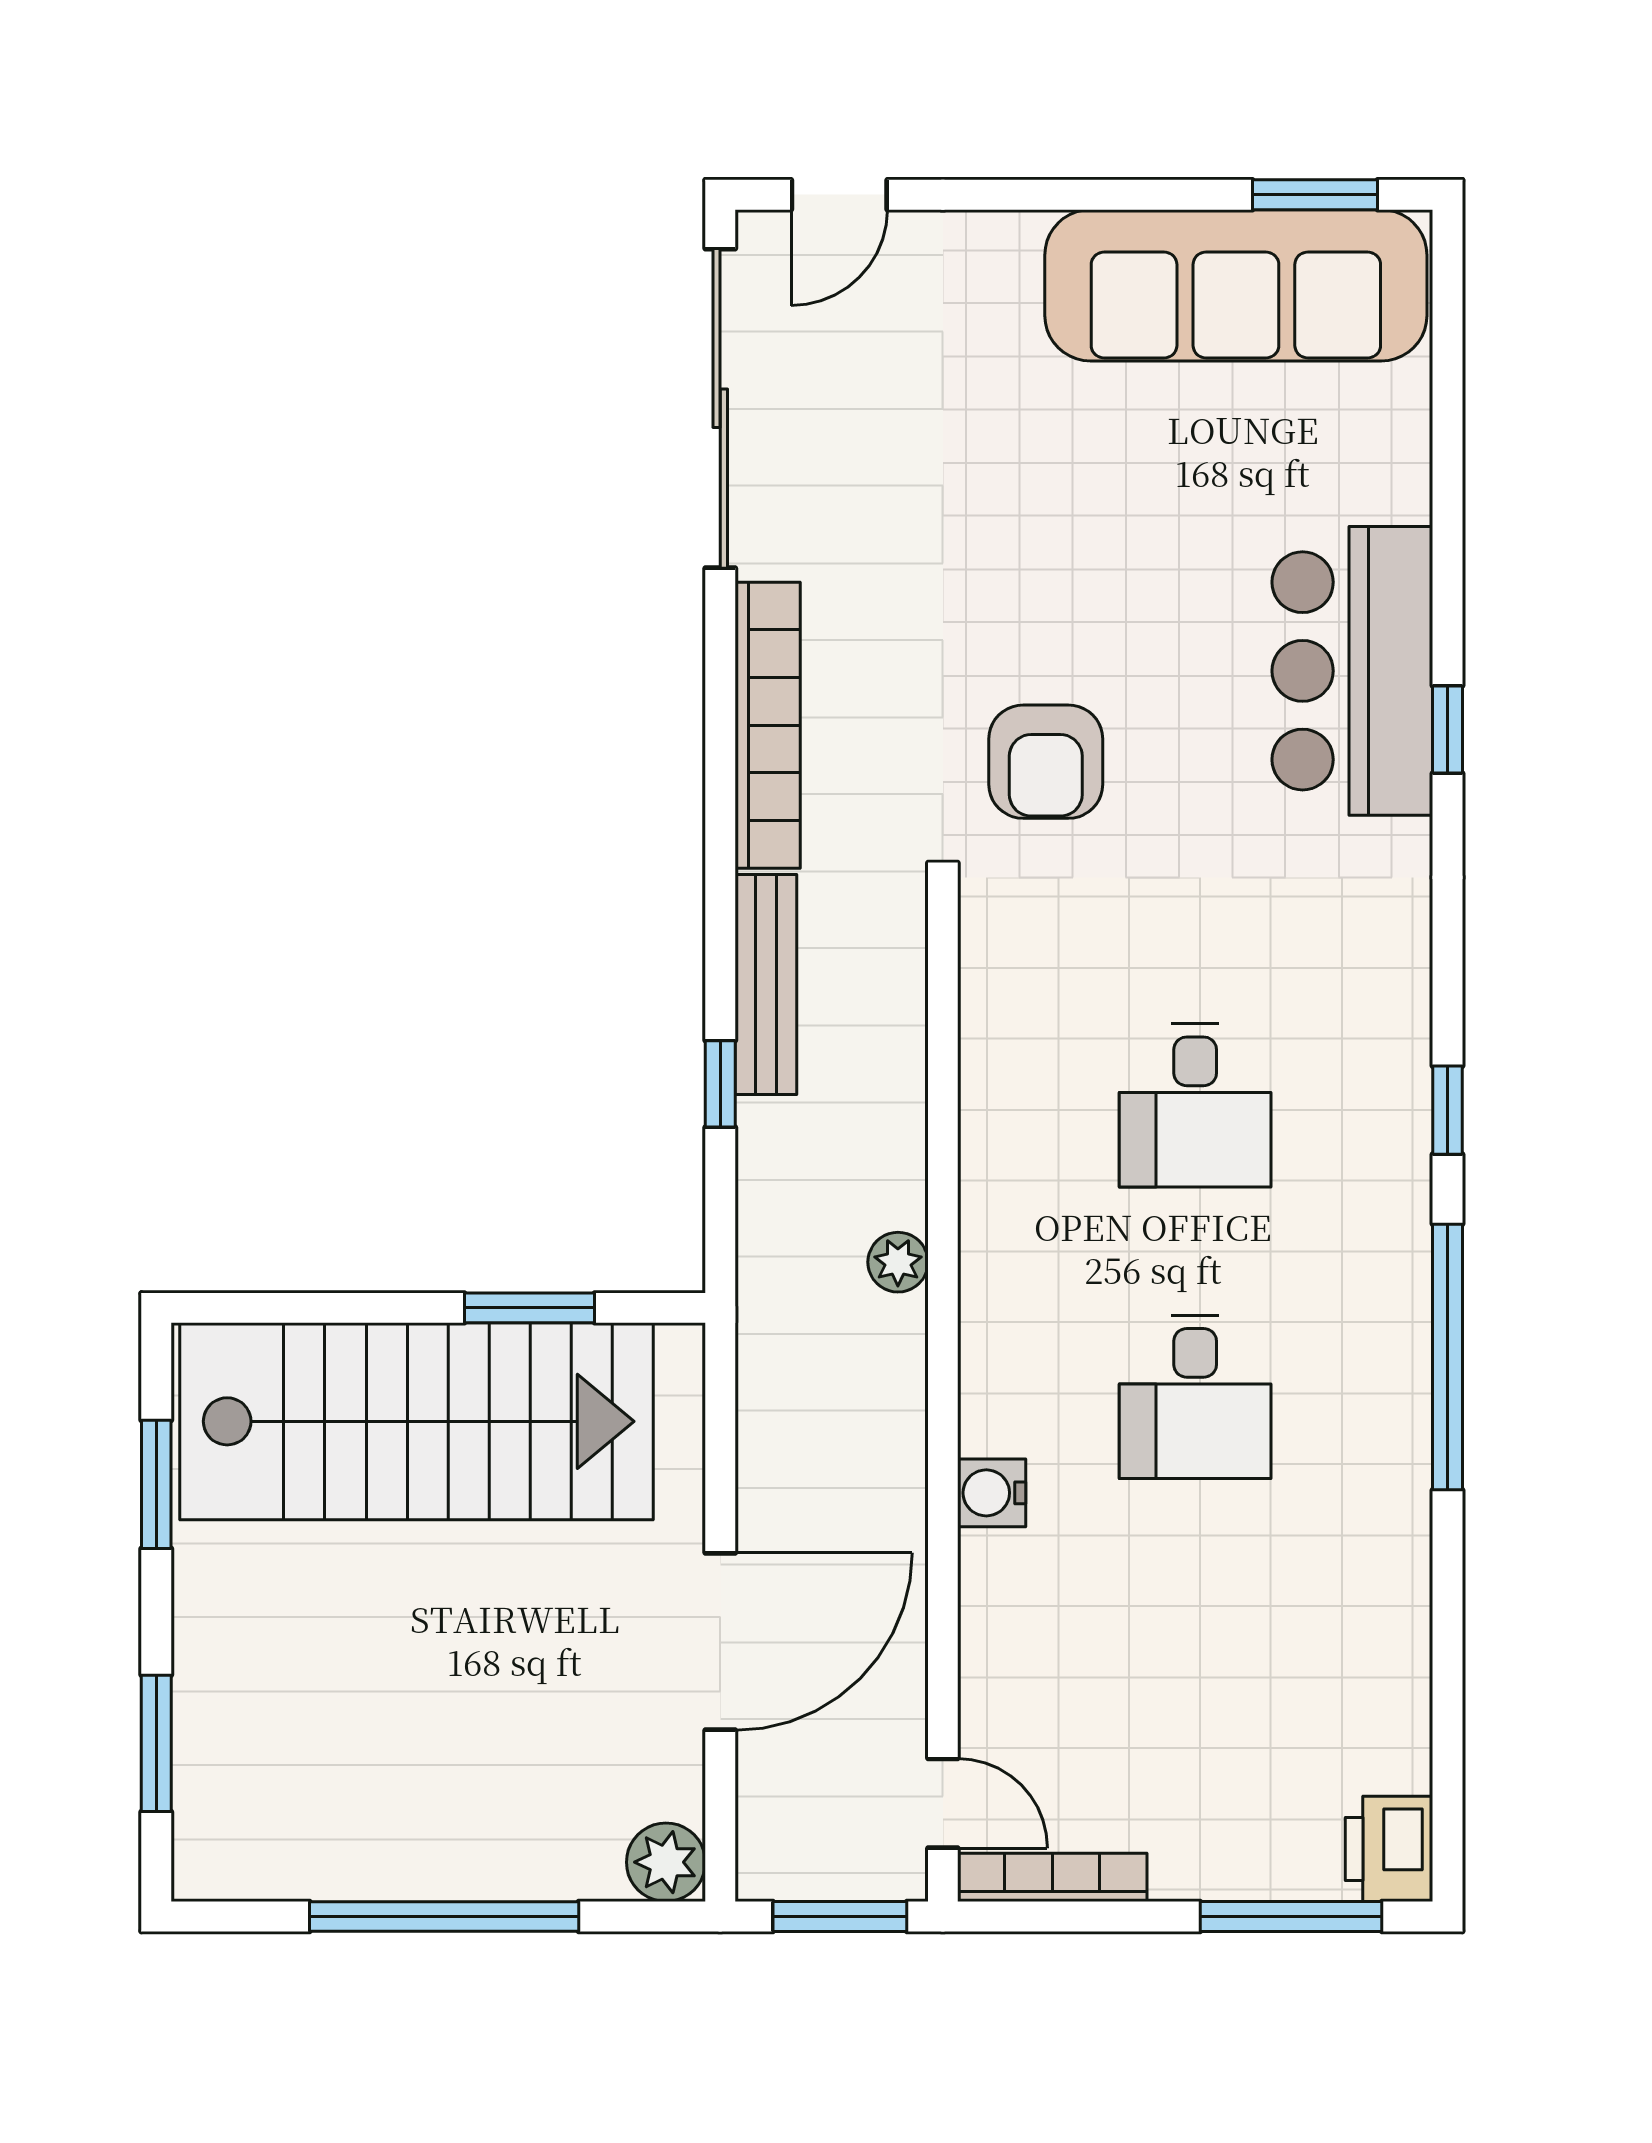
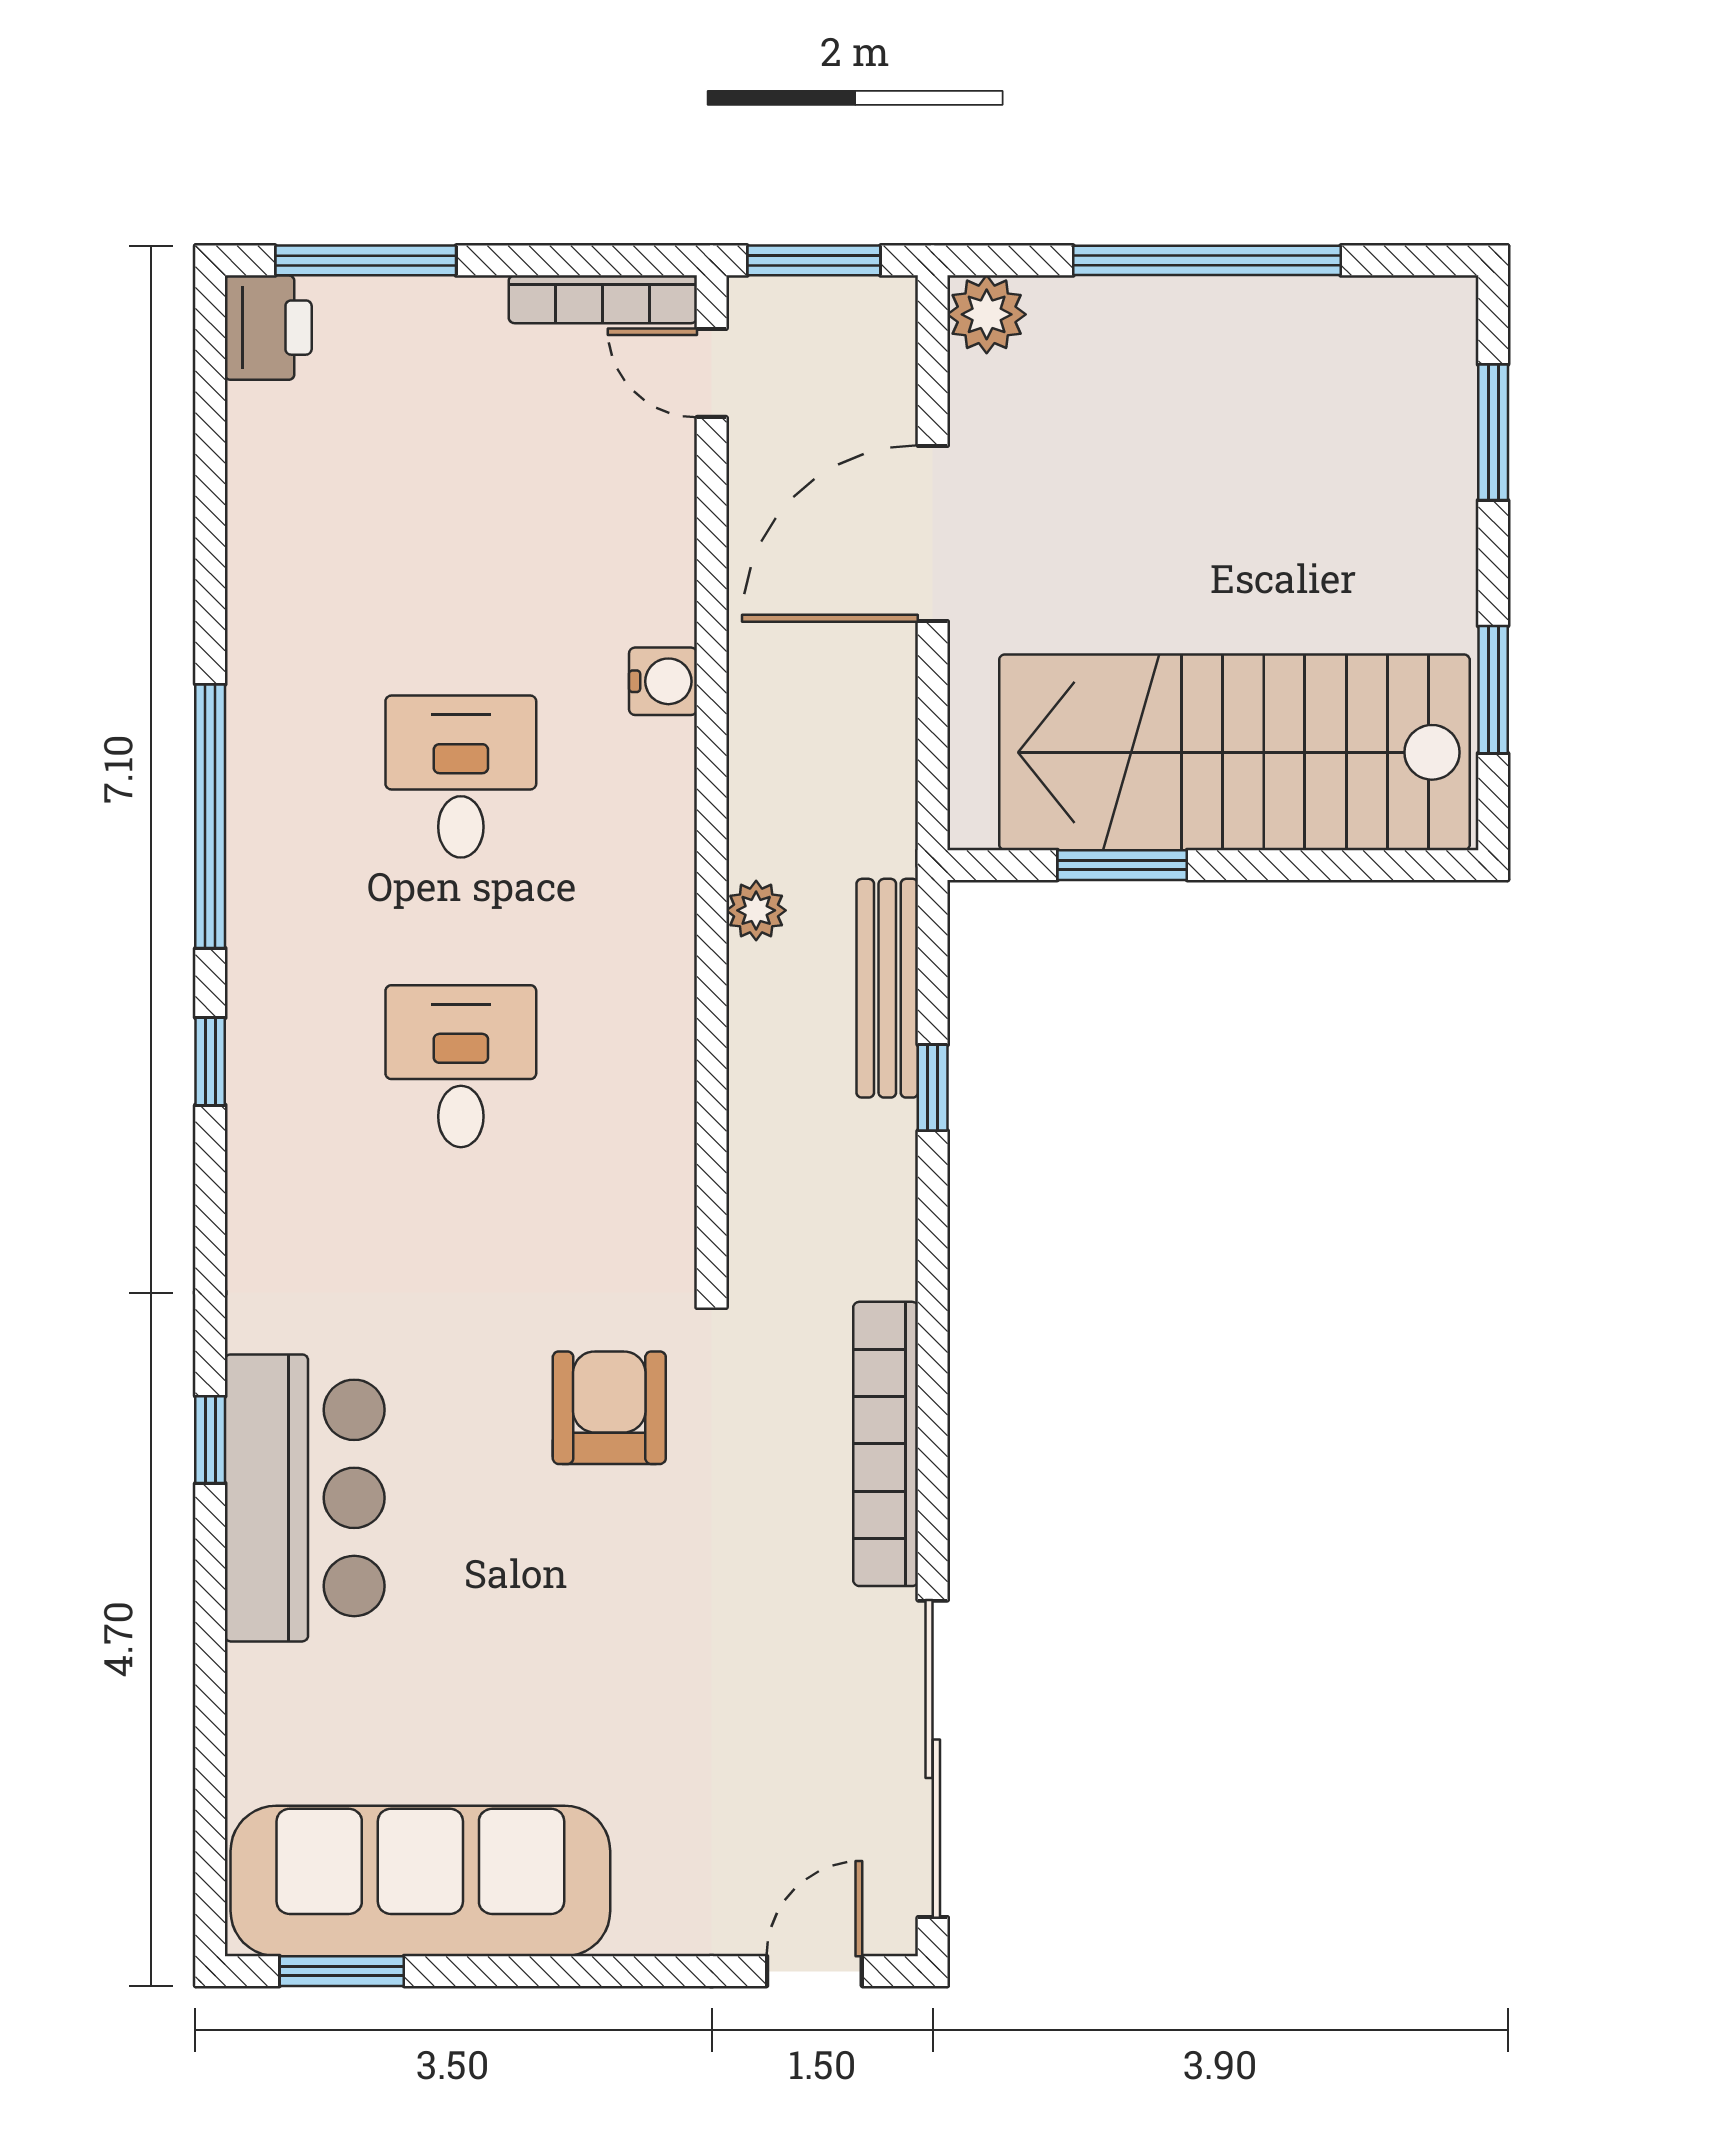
bench: (766, 984) -> (887, 988), moved

